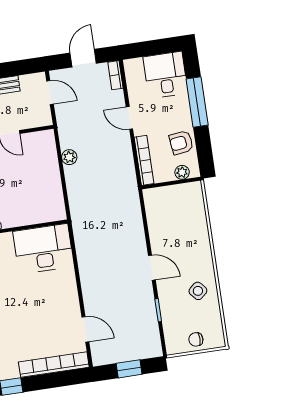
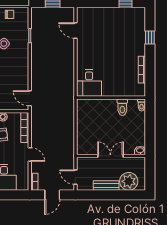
plant: (69, 157) -> (70, 136), removed
desk: (43, 249) -> (89, 83), width x0.73
door: (152, 268) -> (30, 98), moved
bookcase: (54, 365) -> (98, 12), removed

